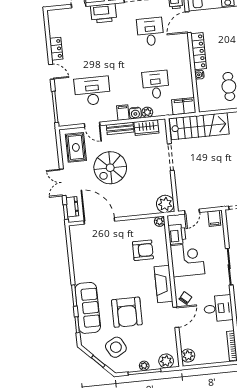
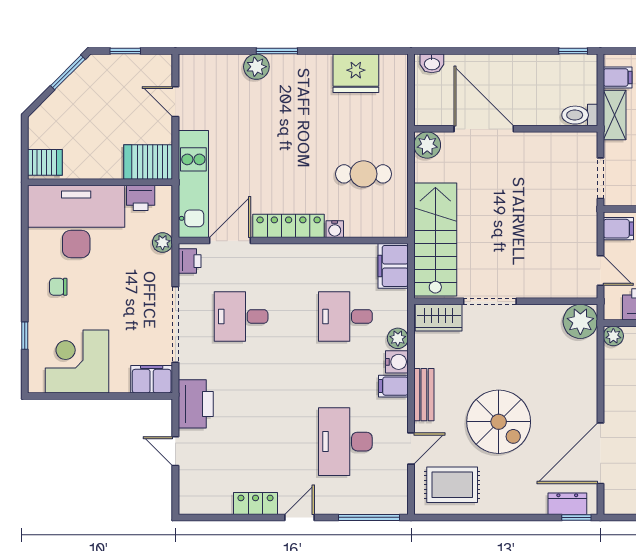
door: (188, 22) -> (230, 241), swing flipped
wardrobe: (146, 128) -> (439, 318), moved, turned 90
double door: (63, 182) -> (518, 517), removed

